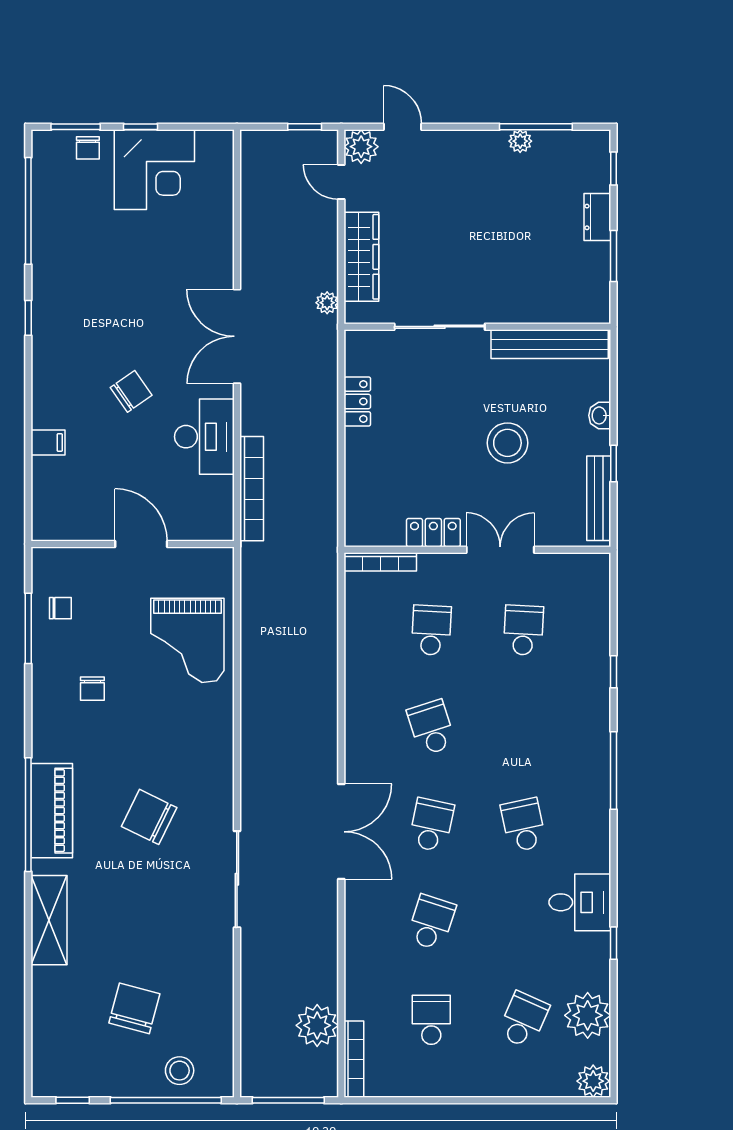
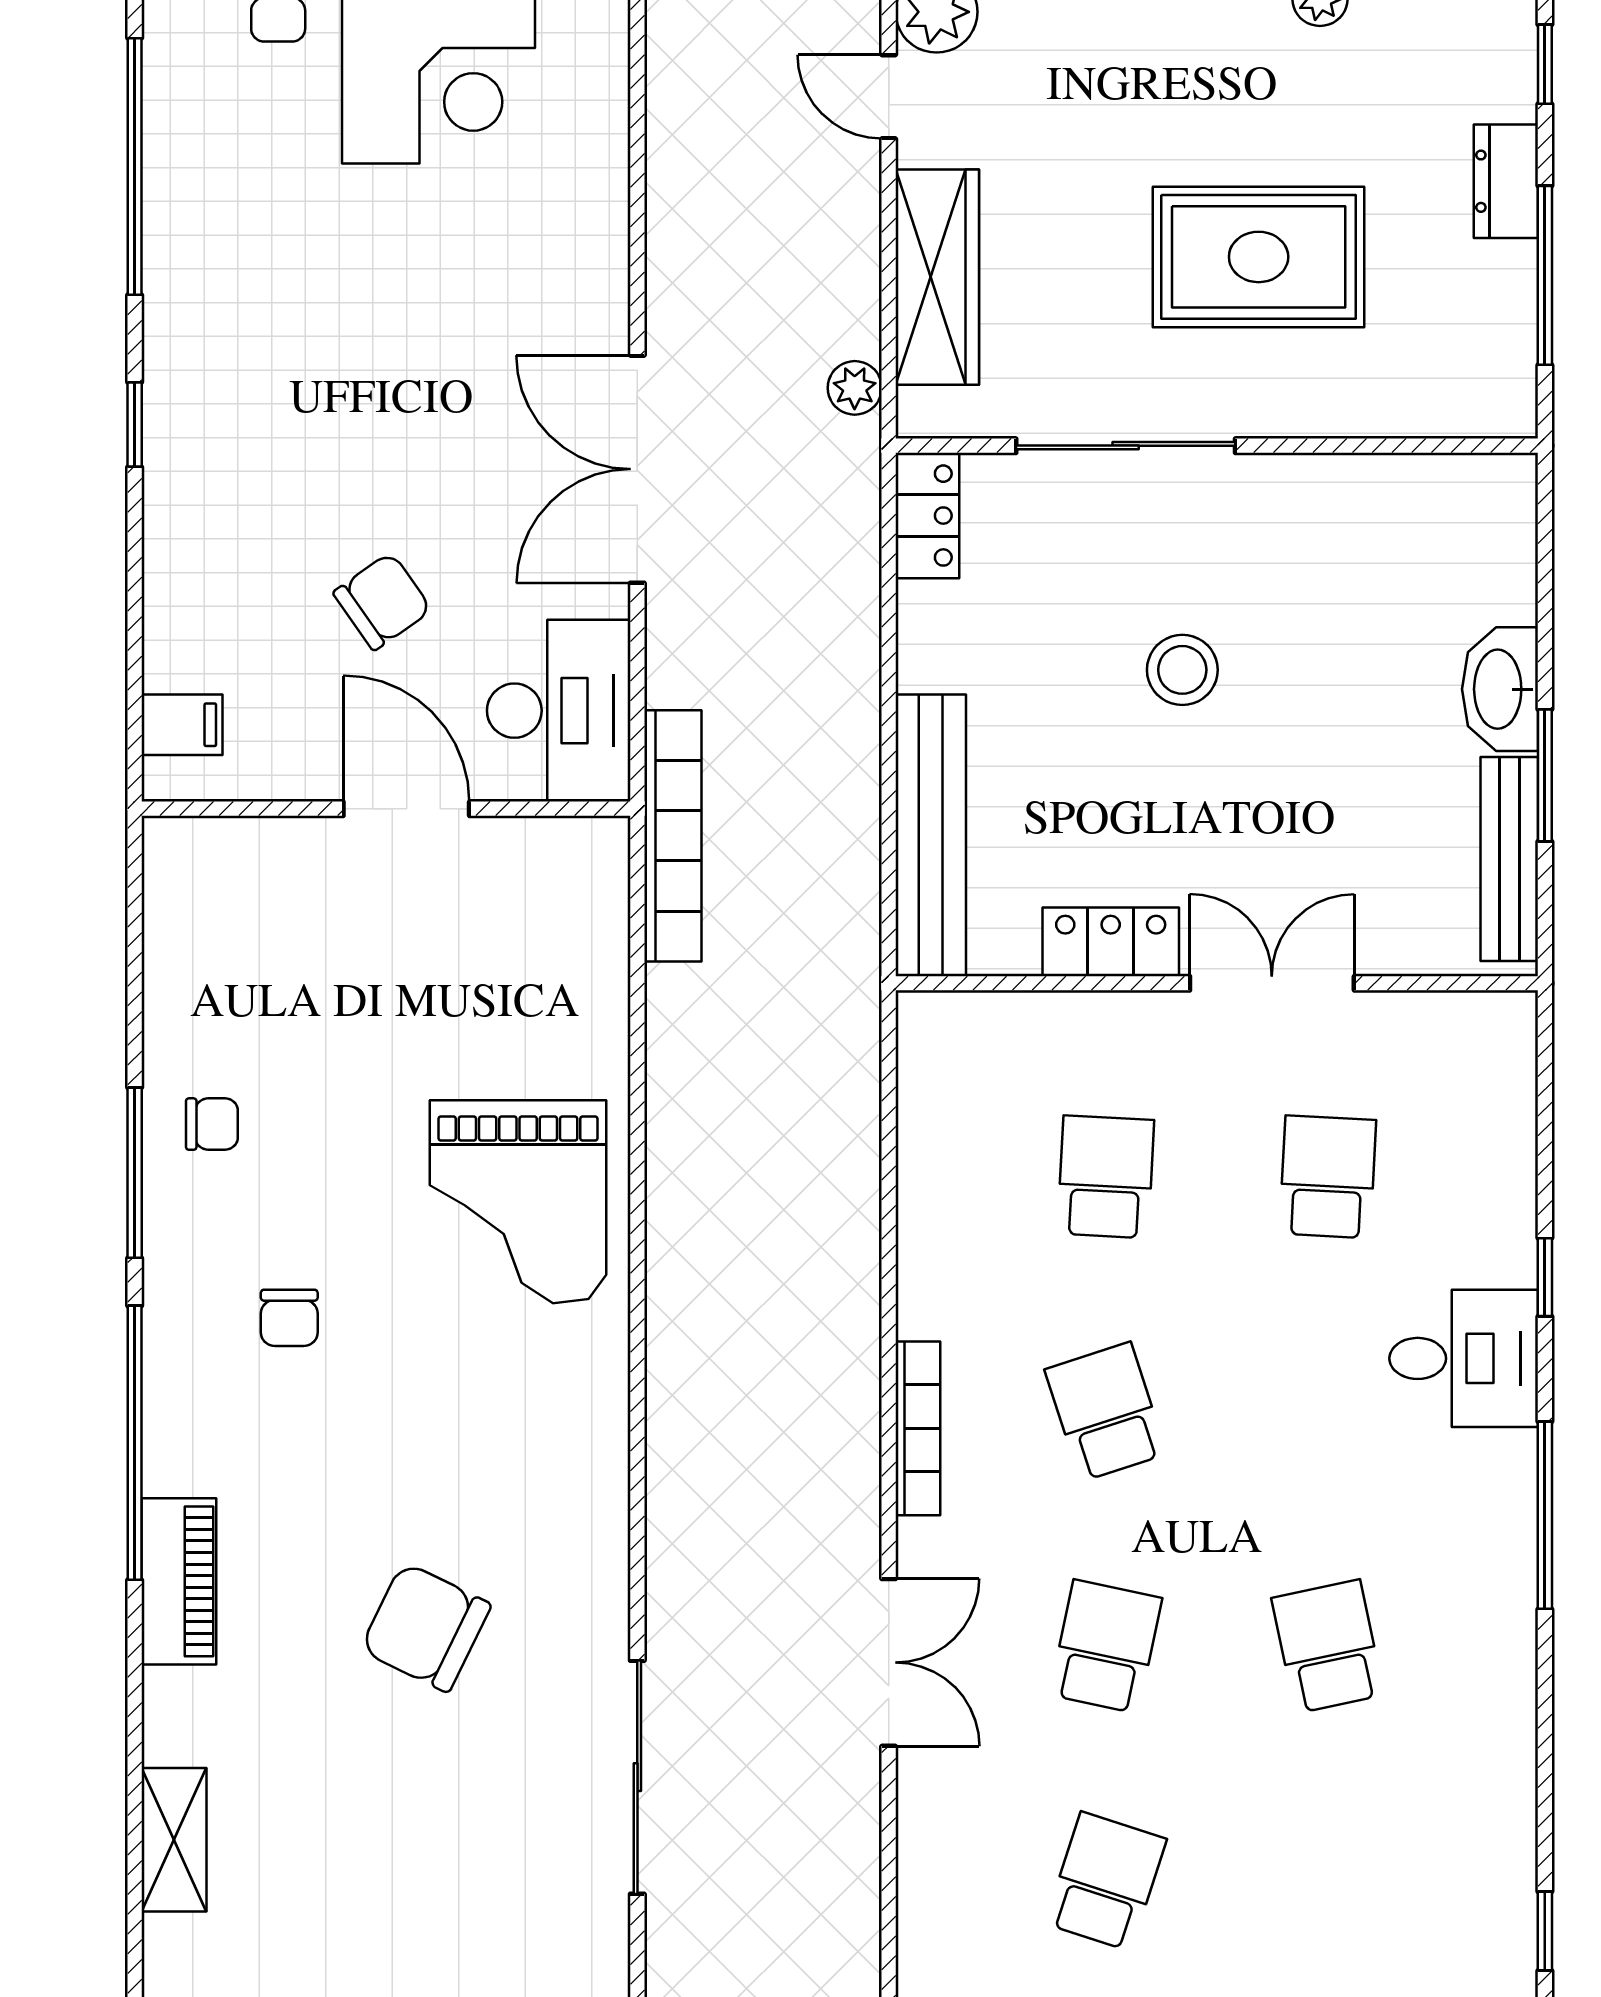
rug: (495, 248) -> (1259, 257), added
window: (614, 256) -> (1545, 275), width x1.44
bench: (550, 344) -> (931, 835), moved, turned 90
locker: (357, 401) -> (927, 516), moved
washbasin: (600, 415) -> (1500, 689), width x1.91, depth x1.45
stool: (507, 443) -> (1182, 670), moved, width x0.73, depth x0.73
window: (614, 464) -> (1545, 775), width x1.50
wall: (133, 544) -> (386, 809), moved
door: (141, 544) -> (406, 809), moved
bookcase: (380, 562) -> (918, 1428), moved, turned -90
piano: (52, 811) -> (179, 1581), width x0.73, depth x0.75
window: (28, 815) -> (135, 1443), moved
double door: (341, 832) -> (889, 1662), width x0.73
desk: (580, 902) -> (1464, 1358), moved
shelving: (49, 920) -> (174, 1840), width x0.67, depth x0.75

